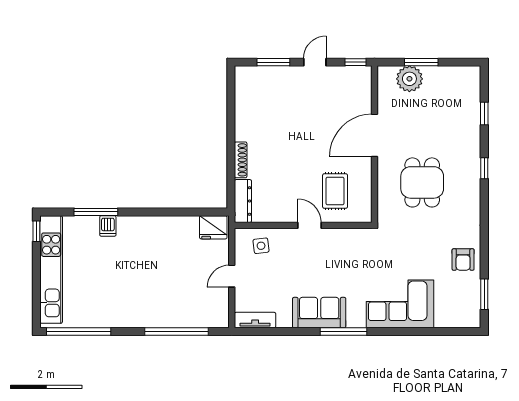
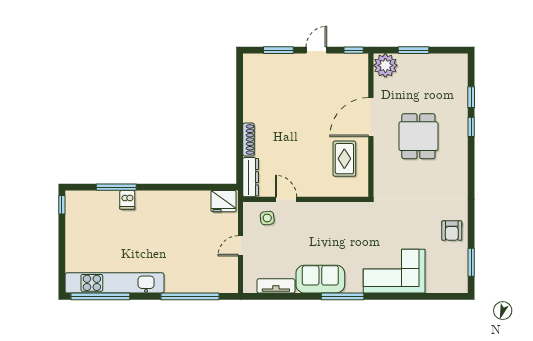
plant: (409, 79) -> (385, 65), moved
window: (484, 168) -> (471, 127), moved
dining table: (422, 182) -> (418, 136), moved
rug: (335, 191) -> (344, 159), moved
door: (309, 225) -> (286, 199), moved
kitchen unit: (51, 269) -> (115, 283), moved, turned -90
tv unit: (255, 320) -> (276, 286), moved

